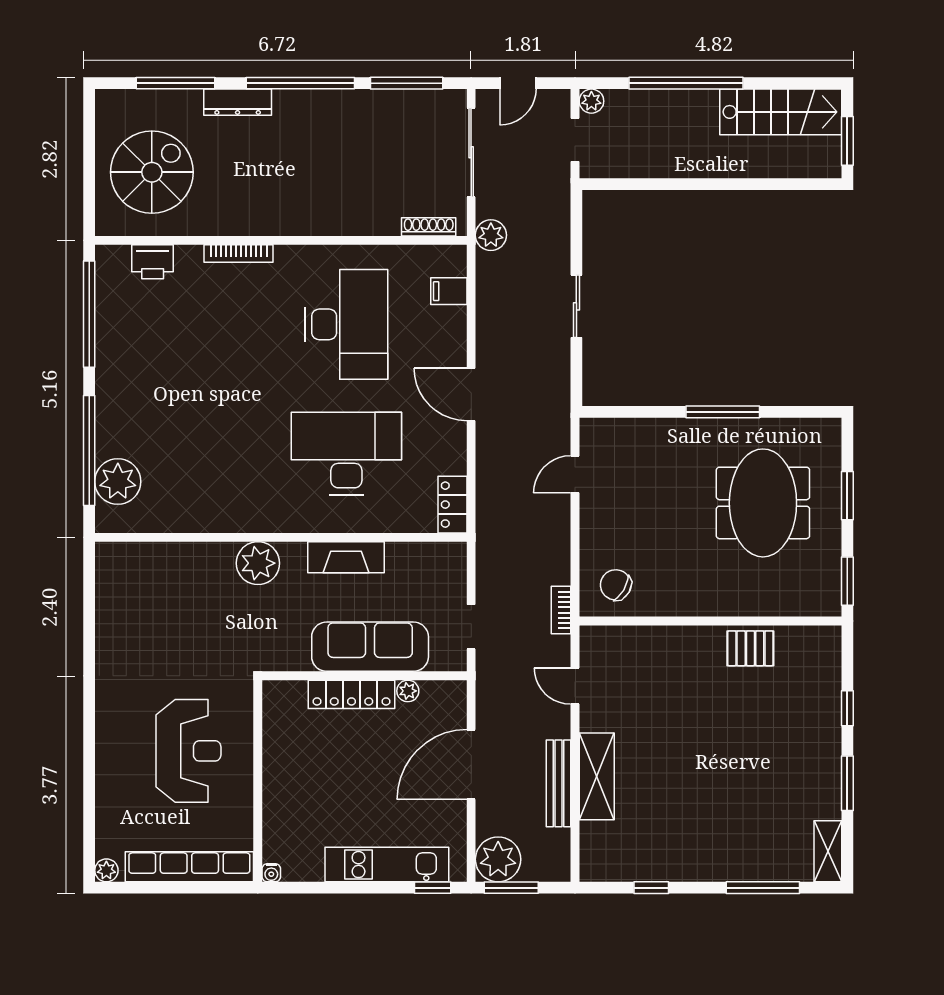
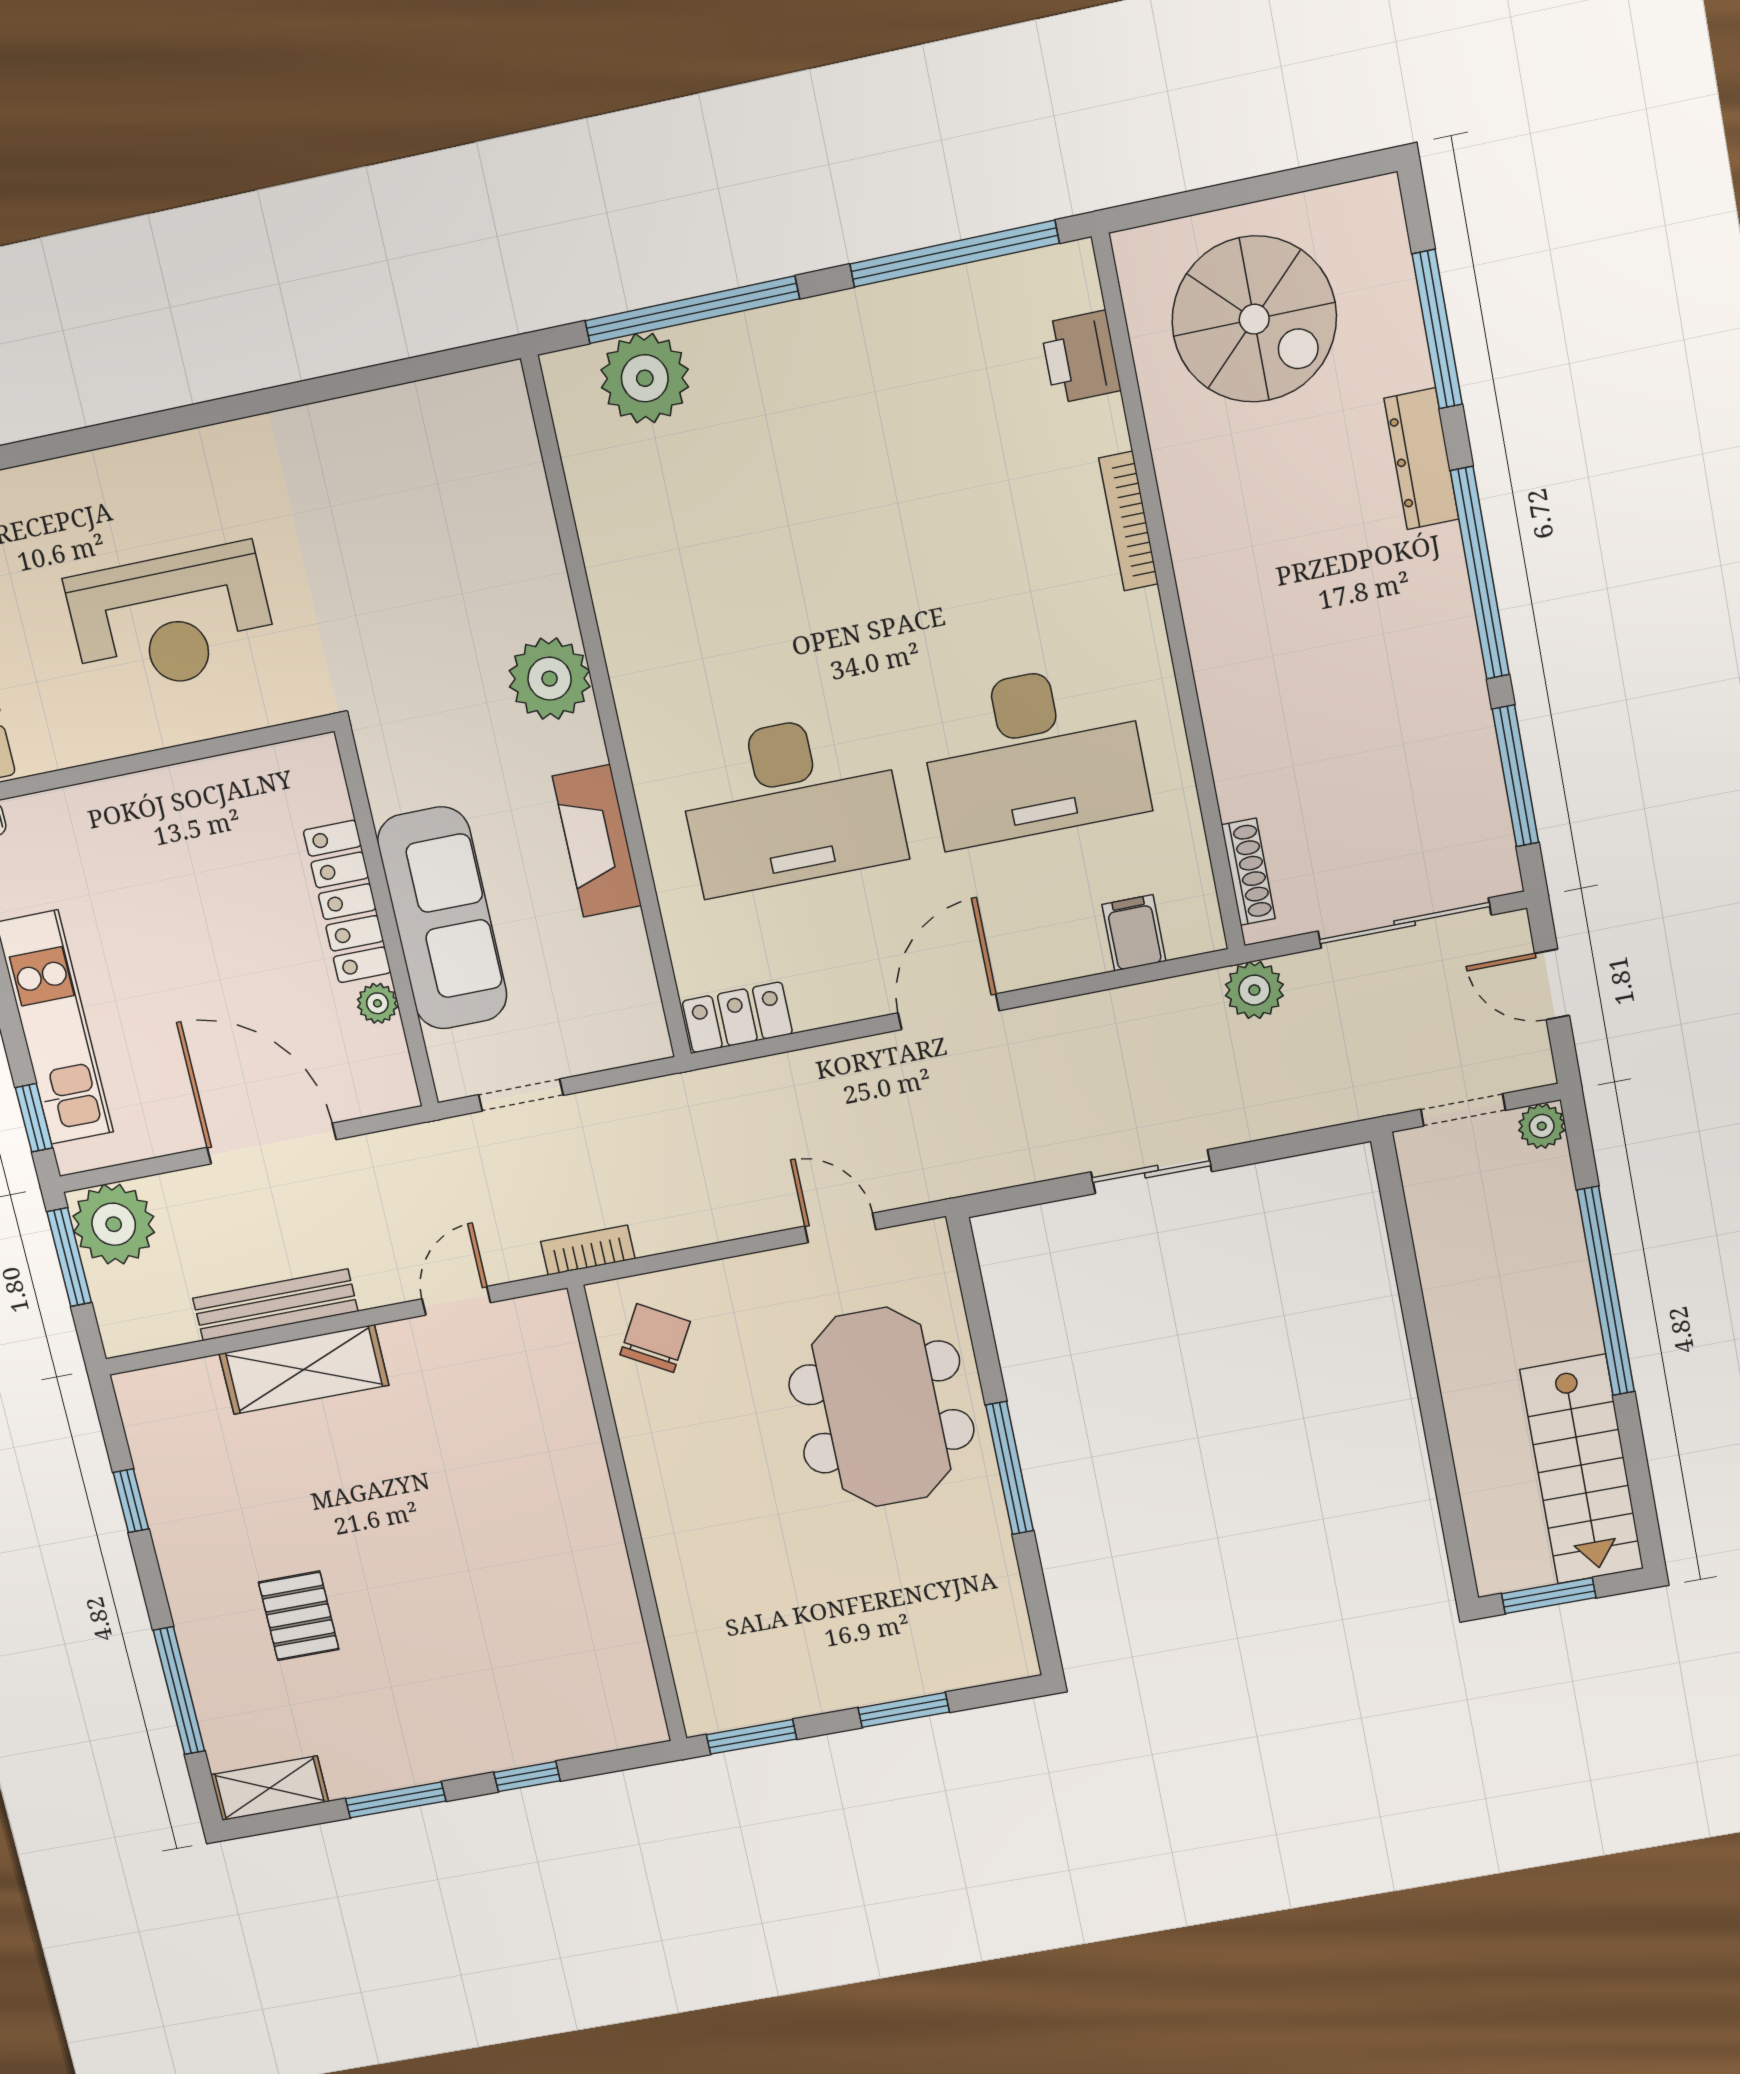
desk: (346, 453) -> (791, 803), turned 90
meeting table: (763, 503) -> (881, 1407), moved, turned 90
pallet: (750, 648) -> (299, 1616), moved

